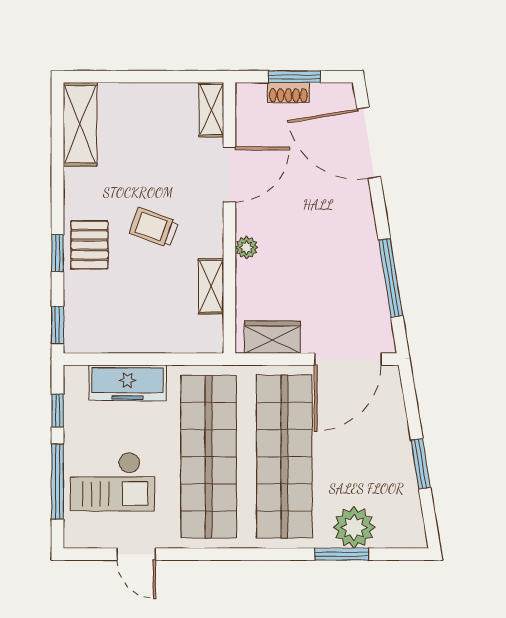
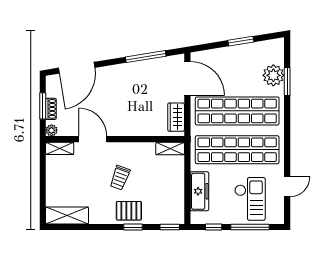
plant: (247, 247) -> (52, 130), moved
shelving: (211, 286) -> (170, 148), moved

